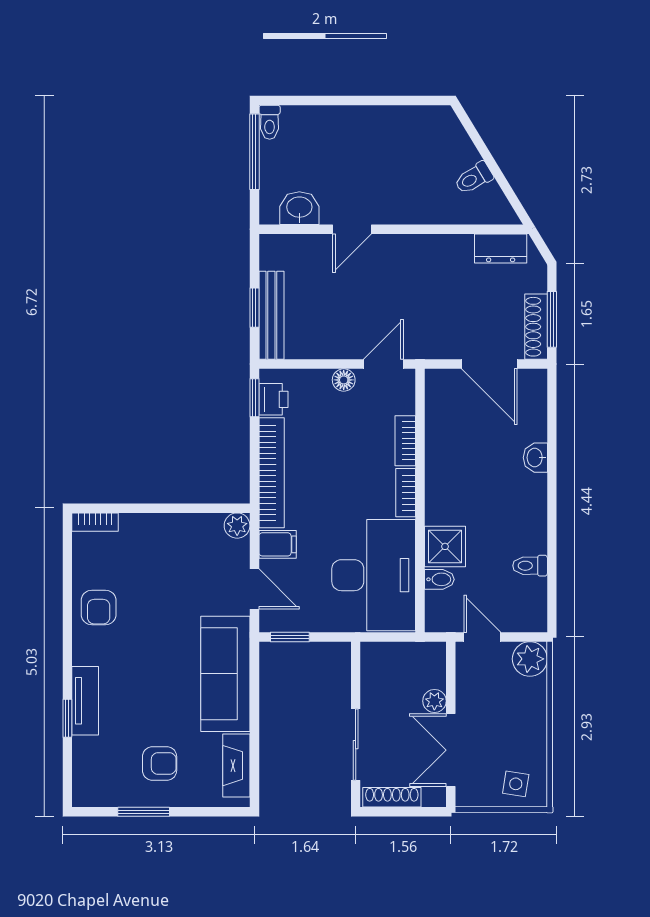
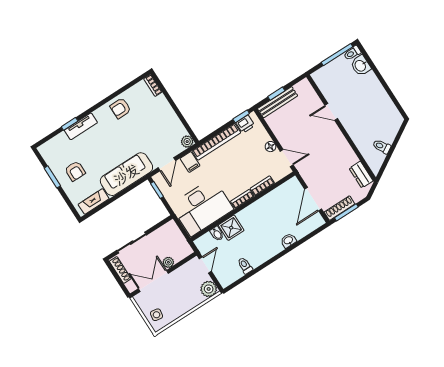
washbasin: (299, 208) -> (361, 66), moved, turned 180

